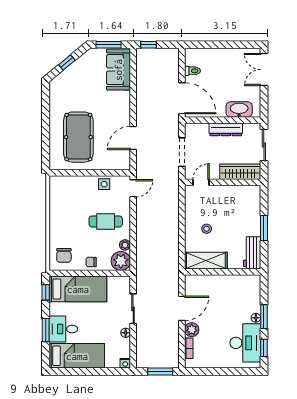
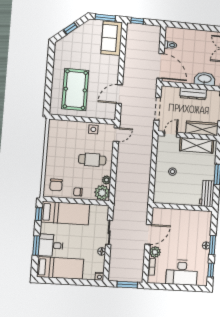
shelving: (206, 261) -> (197, 145), moved
desk: (245, 343) -> (182, 272), moved, turned 90

